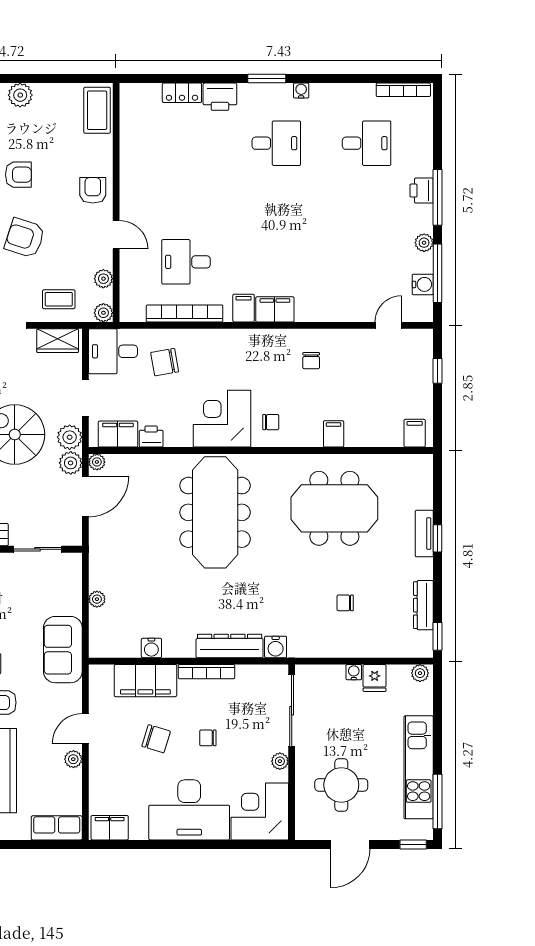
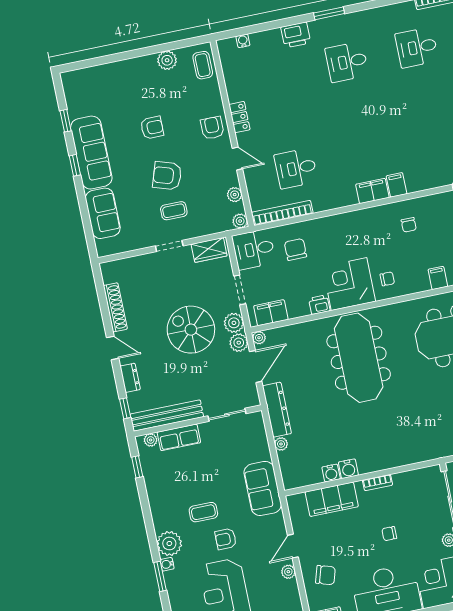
water cooler: (301, 91) -> (243, 41), moved
locker: (182, 93) -> (239, 117), moved, turned -90
plant: (20, 95) -> (167, 60), moved
coffee table: (97, 110) -> (203, 65), width x0.73, depth x0.77
desk: (276, 143) -> (347, 62), turned 180
desk: (367, 143) -> (417, 47), turned 180
coffee table: (59, 299) -> (174, 211), moved
filing cabinet: (244, 308) -> (397, 185), moved
bookcase: (185, 313) -> (282, 213), moved
chair: (165, 362) -> (295, 249), turned 100
printer: (151, 437) -> (319, 305), moved
dresser: (230, 646) -> (277, 410), moved, turned 90
water cooler: (276, 647) -> (348, 469), moved
bookcase: (206, 672) -> (378, 483), width x0.64
chair: (156, 739) -> (325, 575), moved

